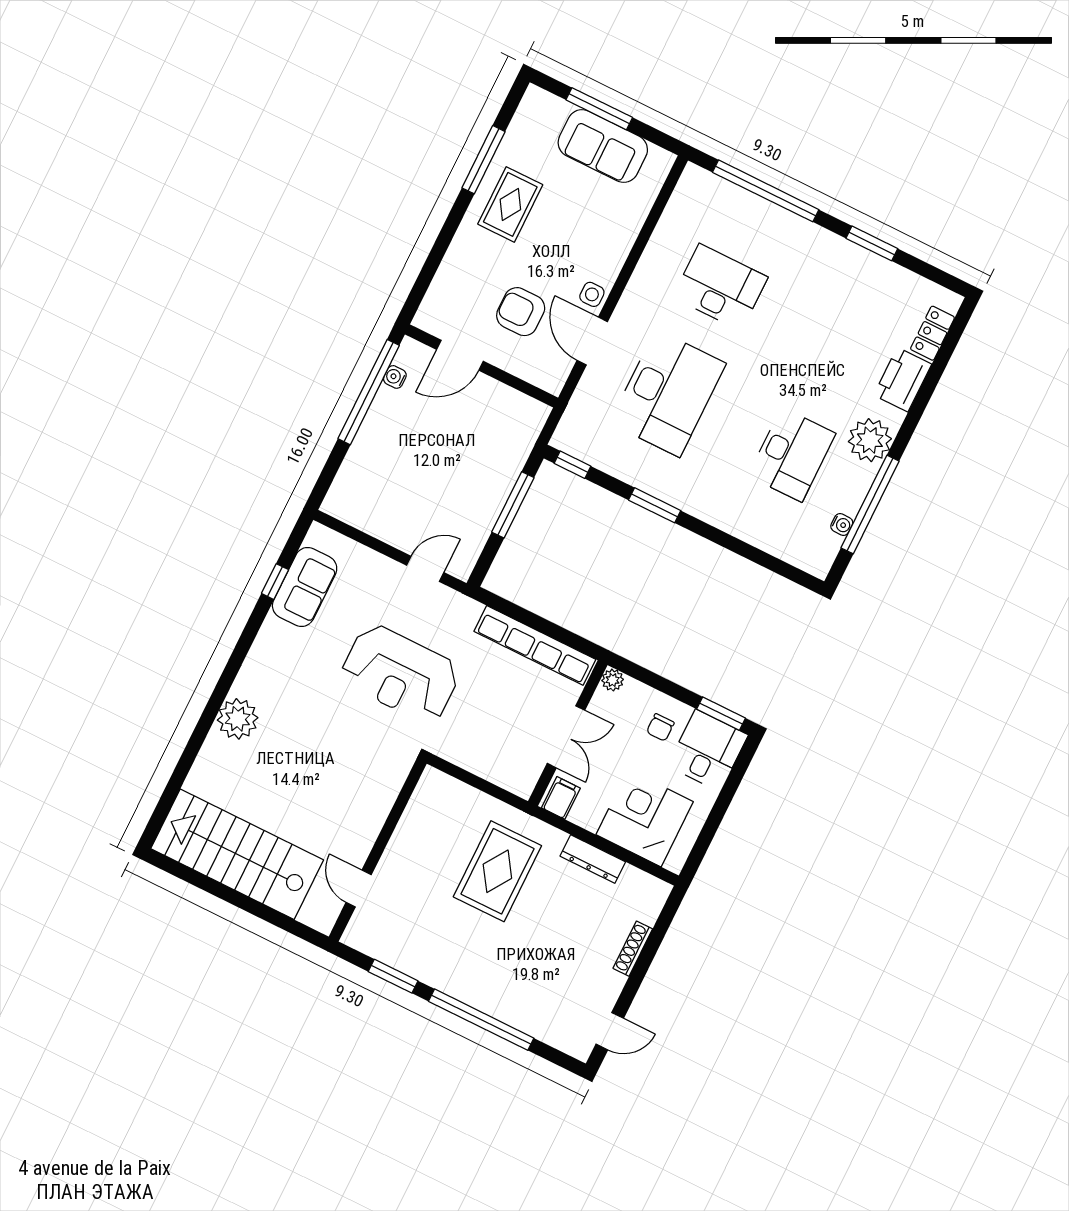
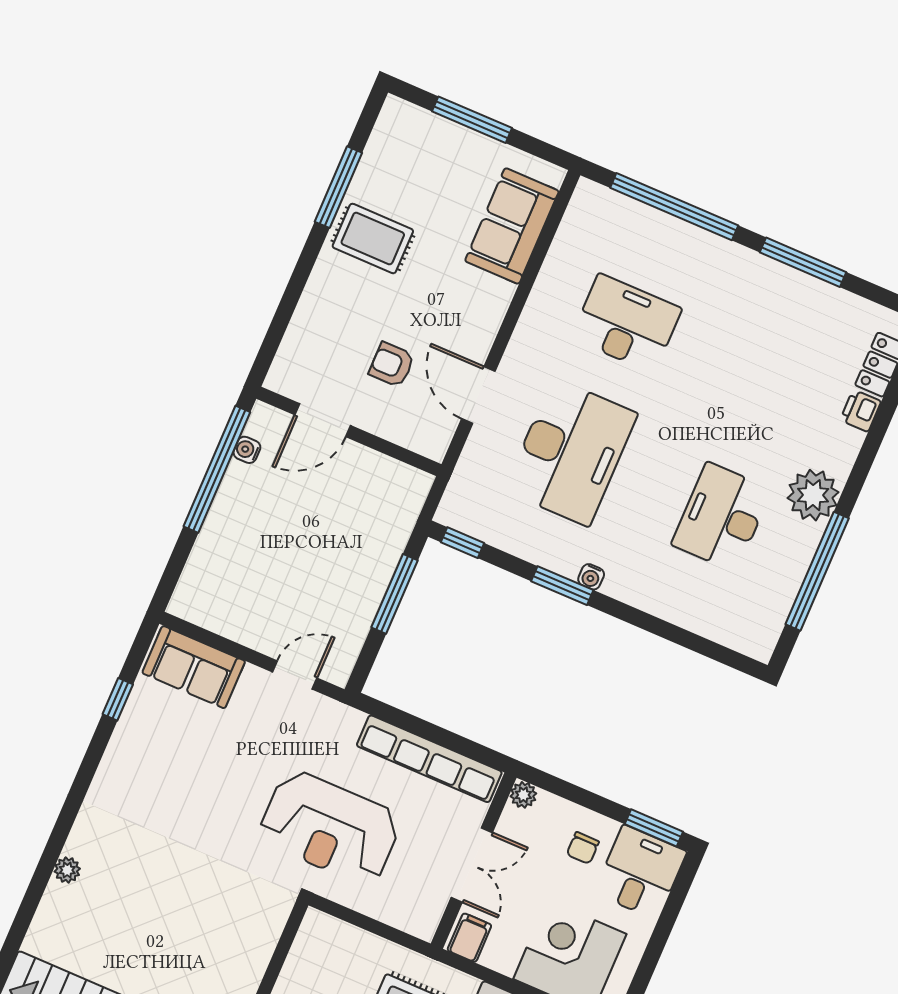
sofa: (603, 146) -> (512, 226), moved, turned 90
rug: (510, 204) -> (373, 239), turned 90
window: (872, 243) -> (803, 262), width x1.44
side table: (592, 294) -> (475, 340), removed
armchair: (521, 312) -> (392, 365), width x0.72, depth x0.72
printer: (903, 380) -> (861, 411), width x0.53, depth x0.68
desk: (792, 455) -> (722, 517), turned 180
water cooler: (842, 524) -> (591, 577), moved, turned 90
sofa: (305, 587) -> (194, 667), moved, turned 90
reception desk: (400, 674) -> (330, 828), moved
plant: (238, 719) -> (67, 870), width x0.53, depth x0.53

